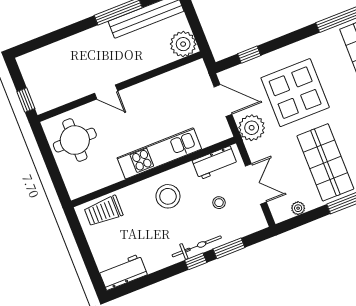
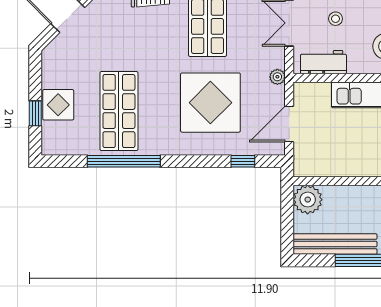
door: (223, 101) -> (289, 124), hinge flipped
plant: (252, 128) -> (277, 77), width x0.53, depth x0.53

